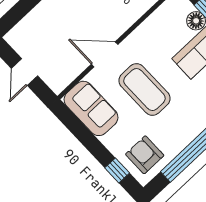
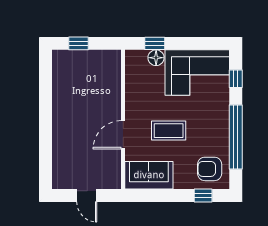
coffee table: (144, 90) -> (169, 131), width x0.73, depth x0.76

